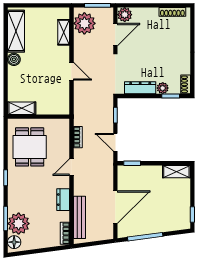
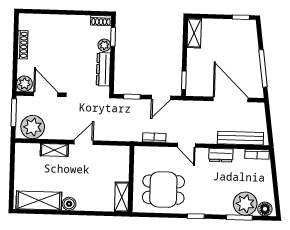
shoe rack: (172, 12) -> (23, 45), moved
shelving: (64, 32) -> (54, 150), moved

